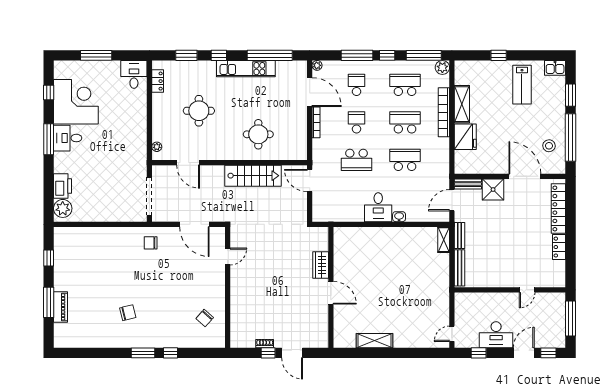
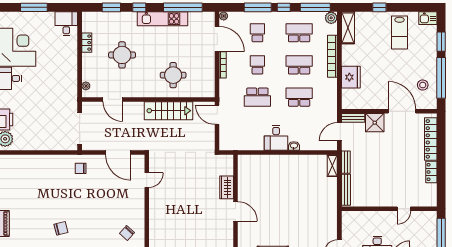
locker: (158, 81) -> (87, 43), moved
shelving: (462, 104) -> (348, 28), moved

